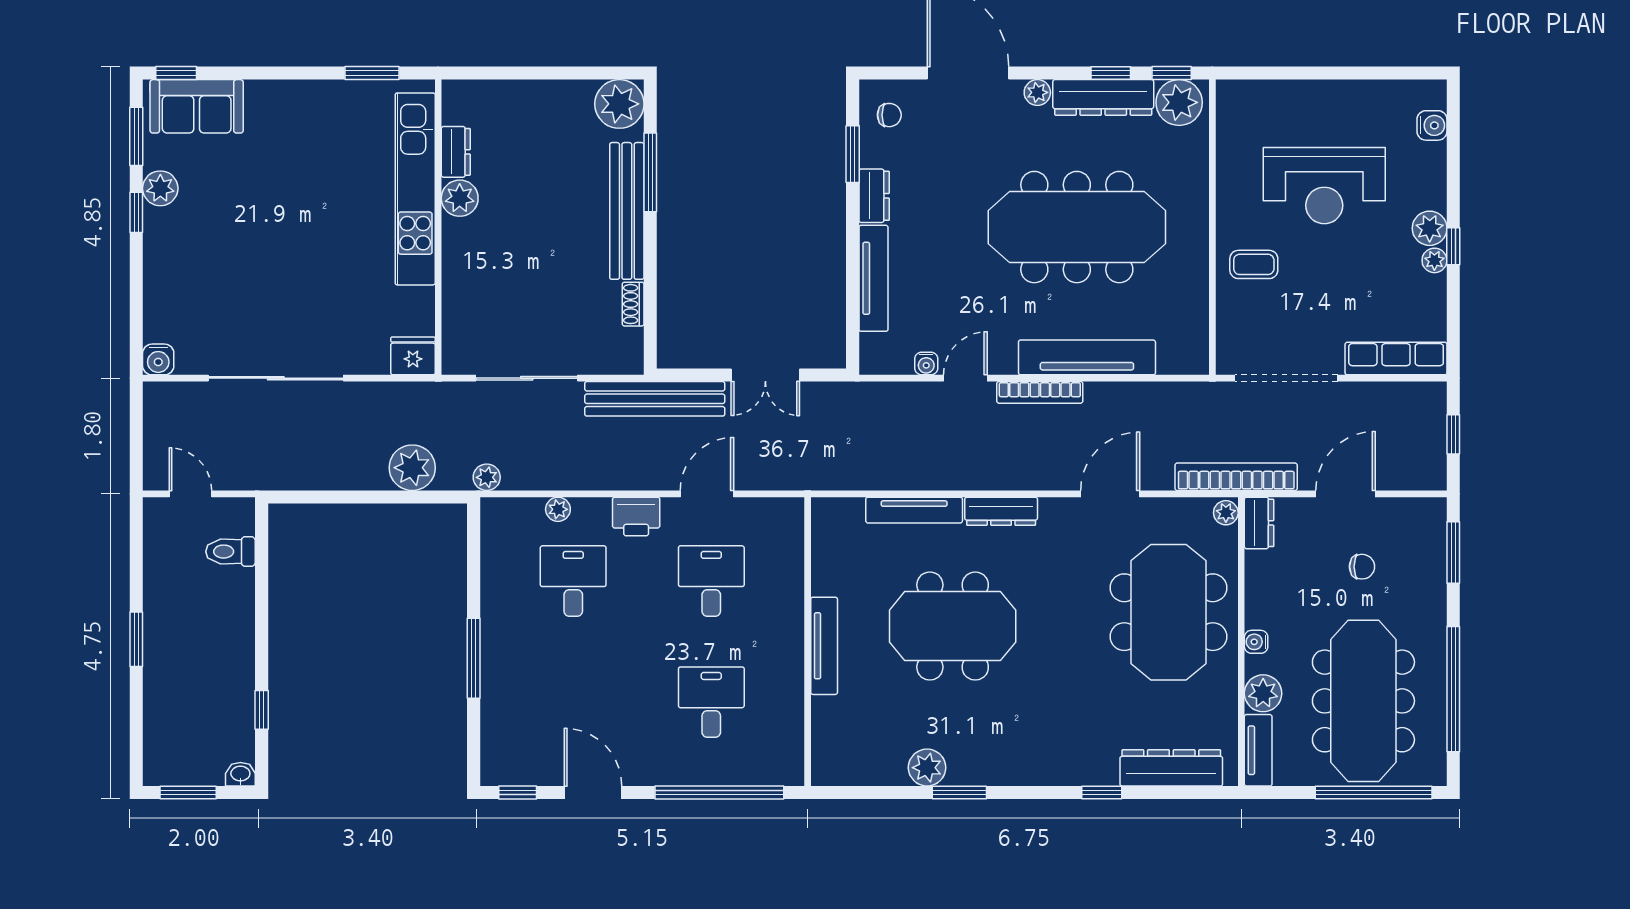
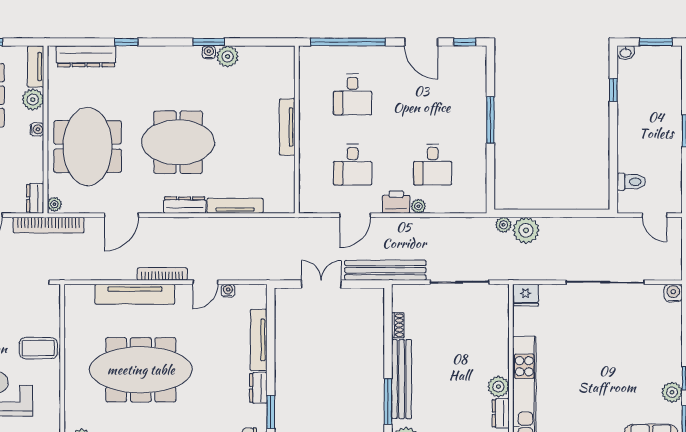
coffee table: (1254, 264) -> (38, 348), width x1.36, depth x1.30
plant: (487, 477) -> (503, 225), moved
plant: (558, 509) -> (418, 206), moved
meeting table: (953, 626) -> (178, 142), moved
water cooler: (959, 775) -> (209, 52), added

